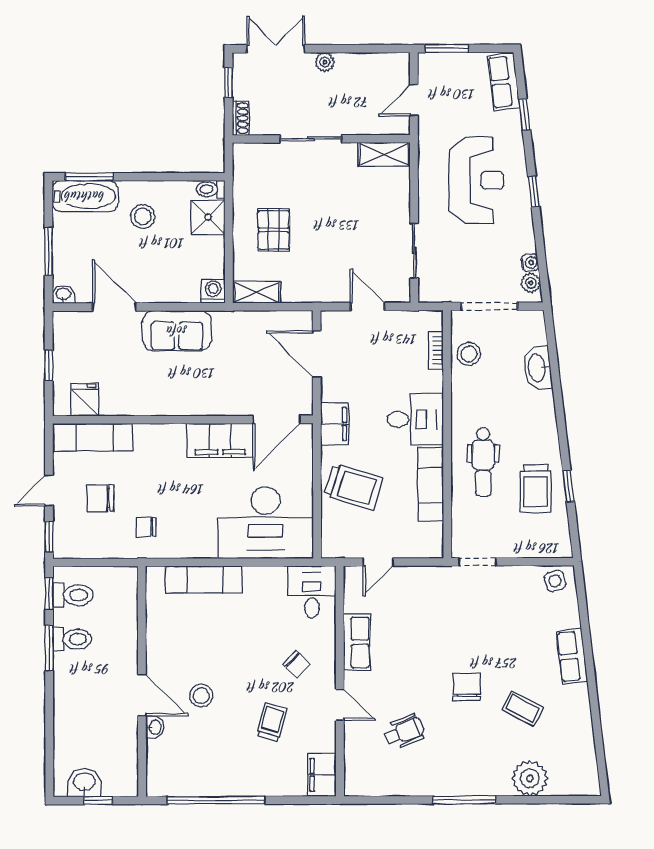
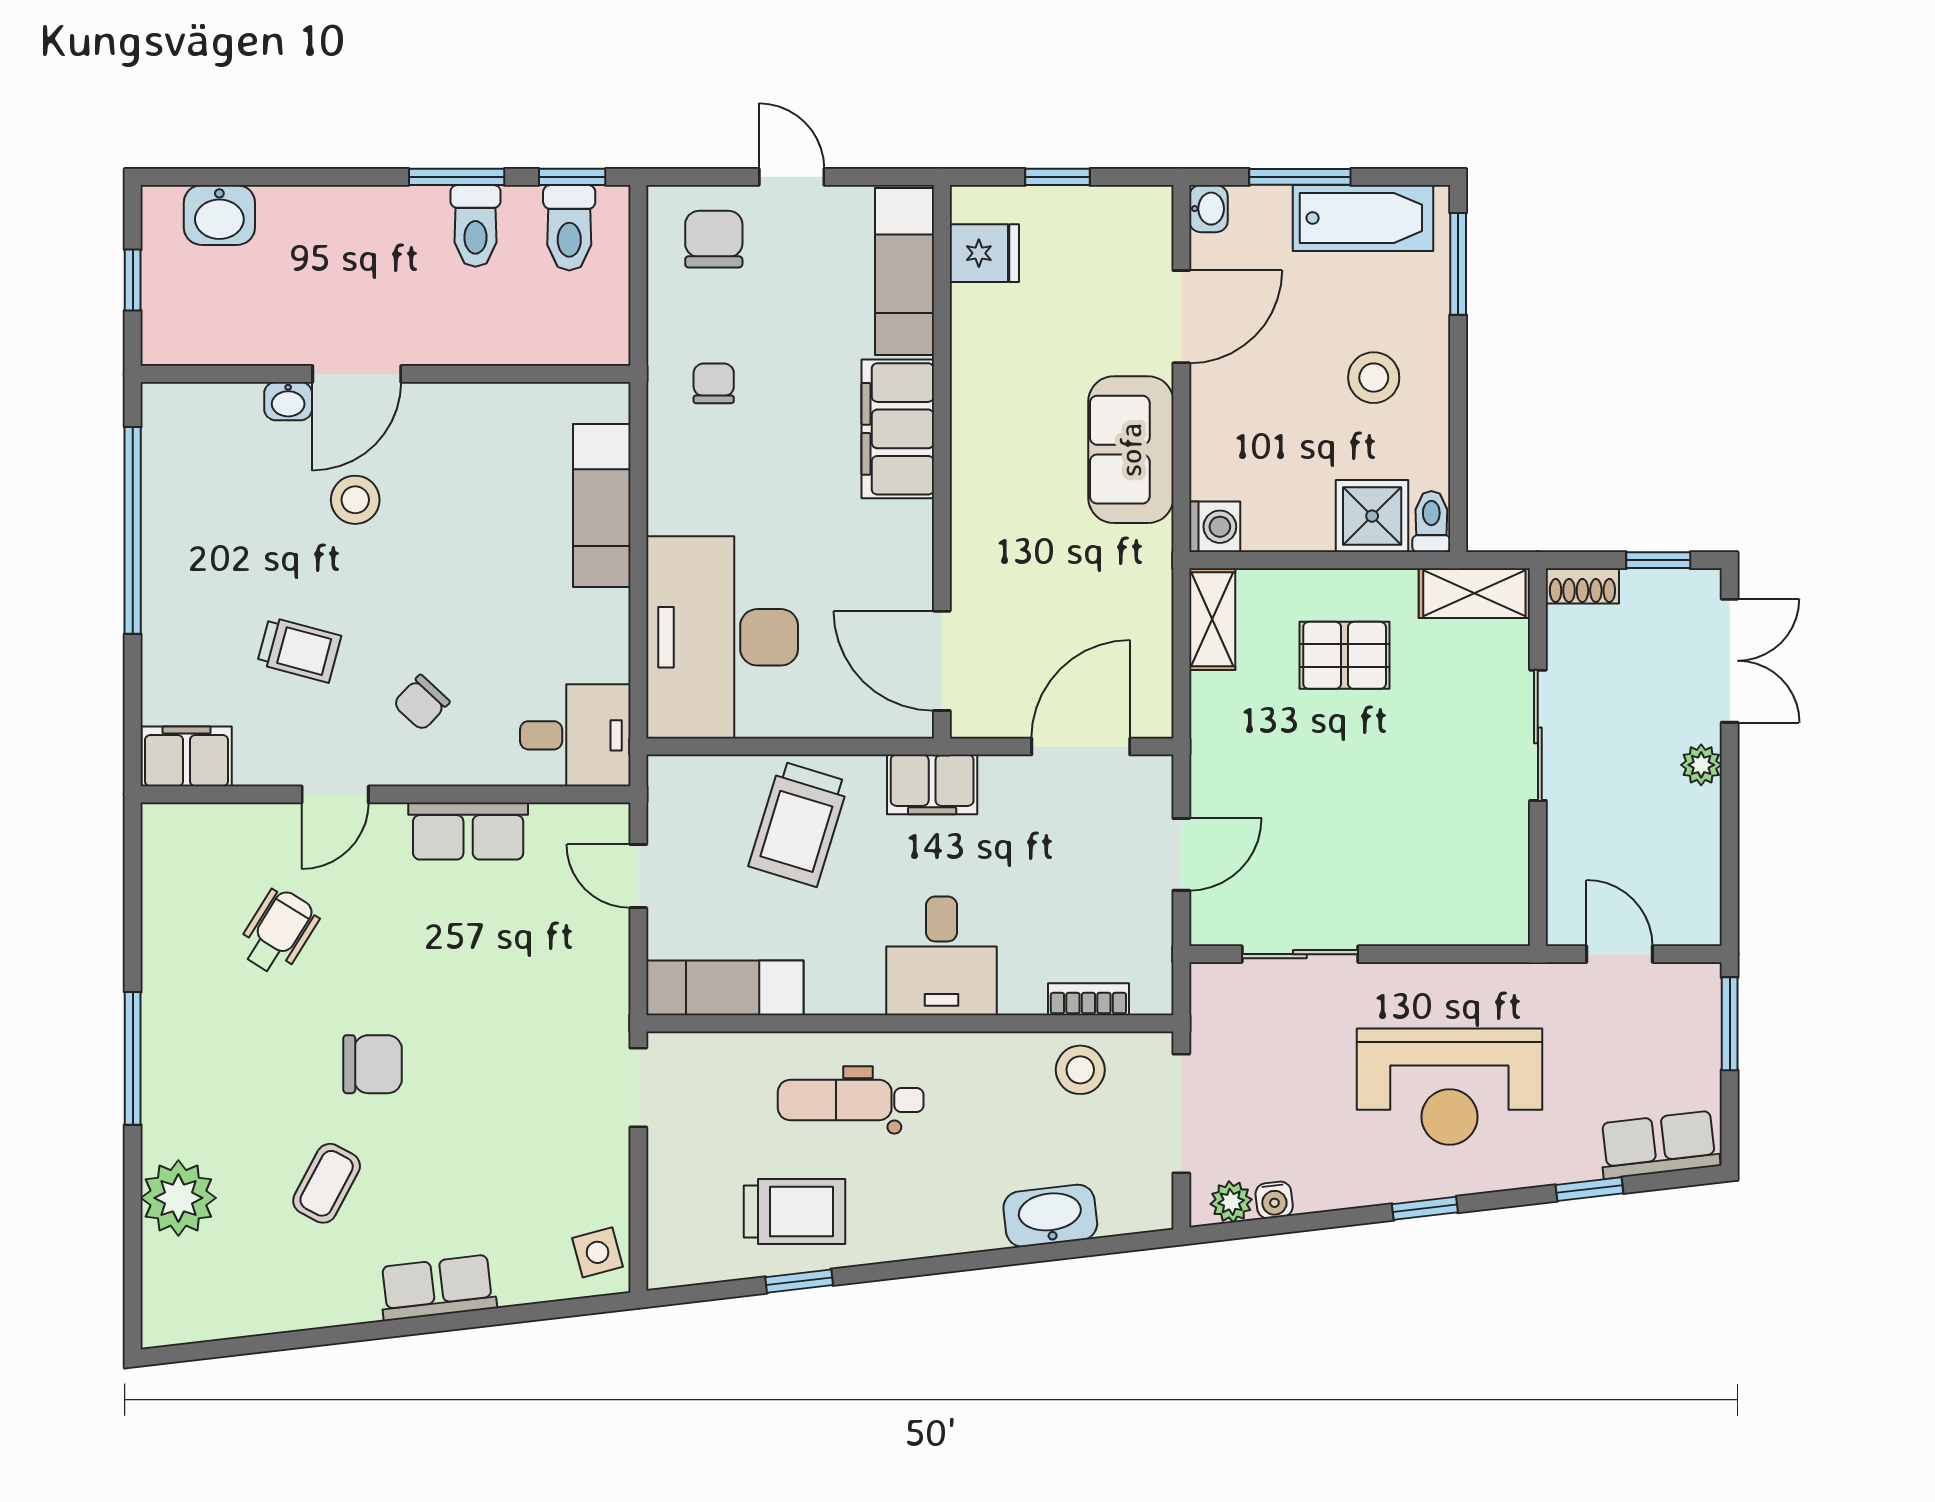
shelving: (384, 154) -> (1474, 593), moved, turned 90
bathtub: (85, 196) -> (1363, 218), moved, turned -90
filing cabinet: (220, 440) -> (898, 429), moved
exam couch: (430, 484) -> (725, 988), moved
trolley: (536, 488) -> (794, 1211), turned 180
chair: (100, 498) -> (714, 239), moved
window: (49, 537) -> (694, 177), removed
wheelchair: (404, 731) -> (278, 932), turned -126
washbasin: (84, 783) -> (219, 215), moved, turned 90

